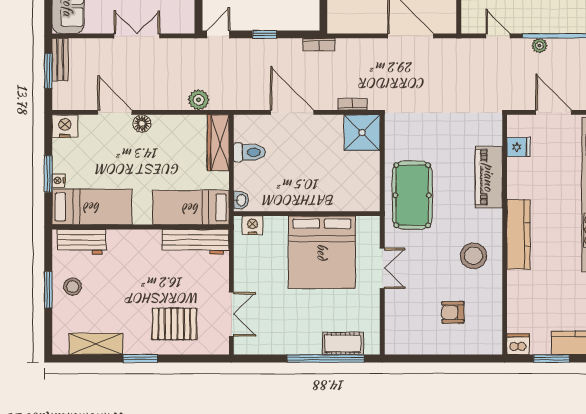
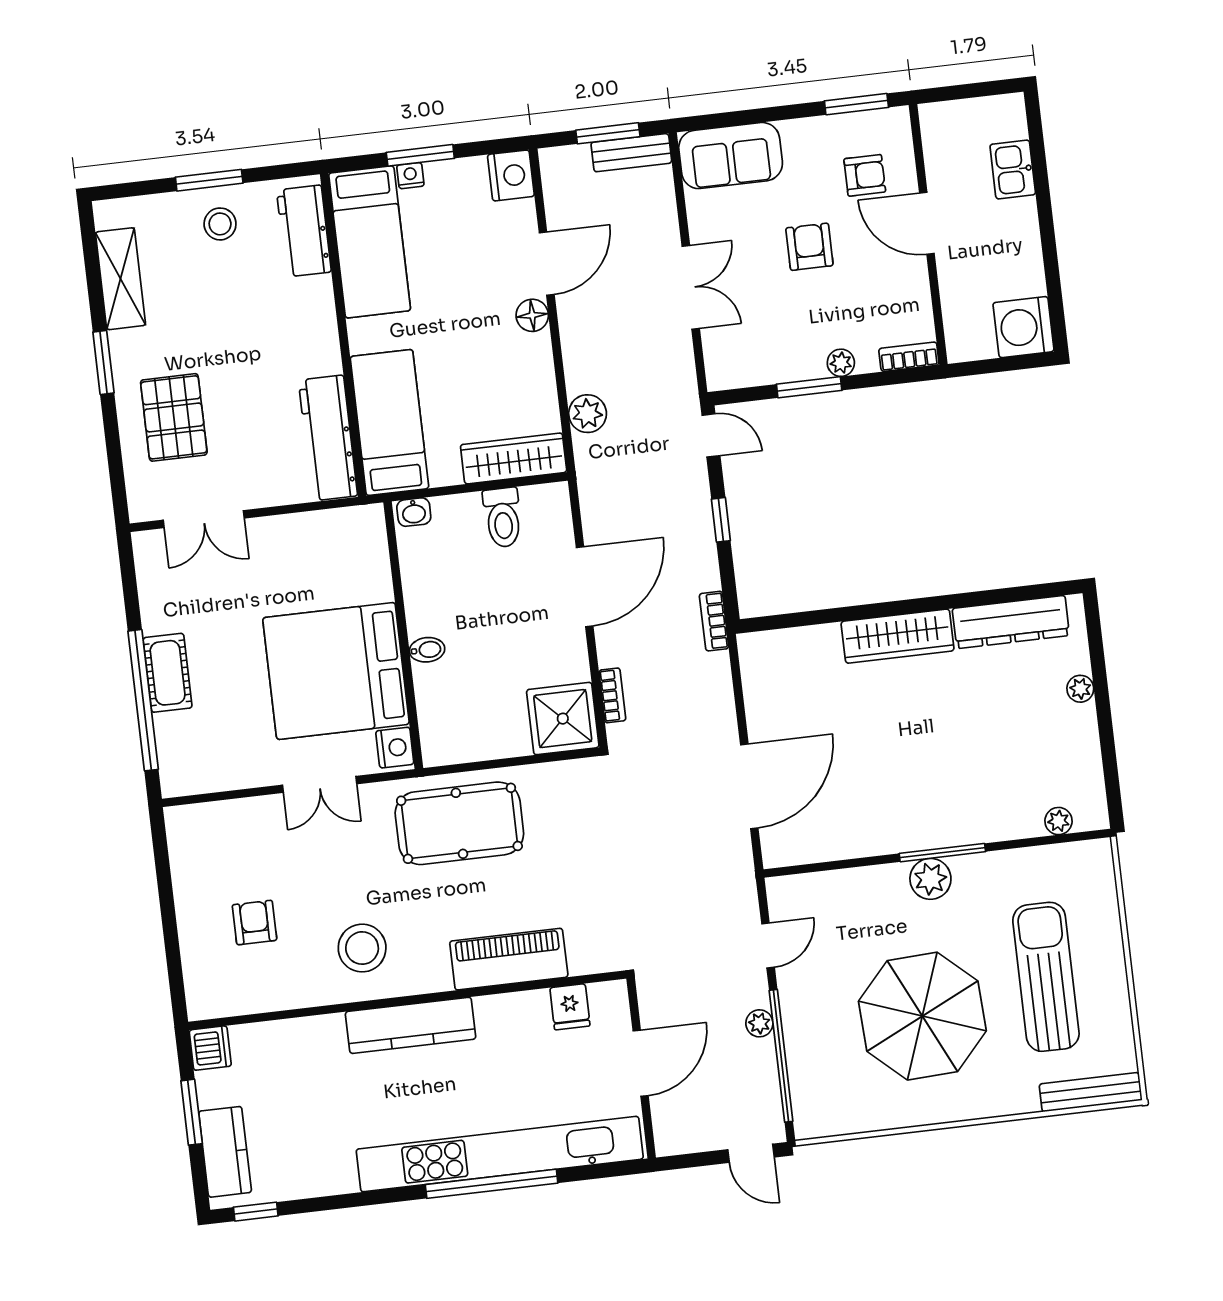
bidet: (316, 202) -> (427, 650), added
nightstand: (252, 225) -> (395, 748), moved
cot: (343, 344) -> (168, 673), moved

